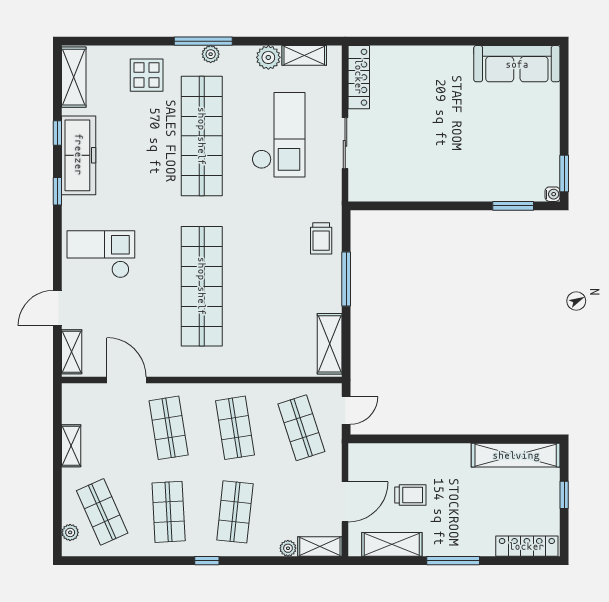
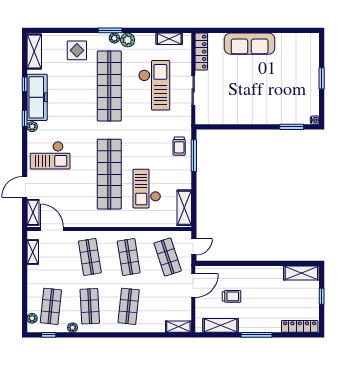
window: (203, 41) -> (110, 30), width x0.69
plant: (268, 57) -> (128, 40), moved
sofa: (517, 64) -> (250, 44), moved
window: (564, 173) -> (322, 78), moved
plant: (70, 205) -> (32, 127), added
checkout: (101, 254) -> (50, 155), turned 180
window: (346, 279) -> (194, 156), moved
checkout: (266, 311) -> (147, 189), added
door: (127, 380) -> (52, 229), moved
shelving: (71, 446) -> (33, 252), moved
shelving: (516, 455) -> (301, 273), width x0.68
door: (345, 502) -> (193, 286), moved
shop shelf: (102, 512) -> (51, 306), turned 30
plant: (288, 548) -> (73, 328), moved
window: (207, 561) -> (49, 335), moved

